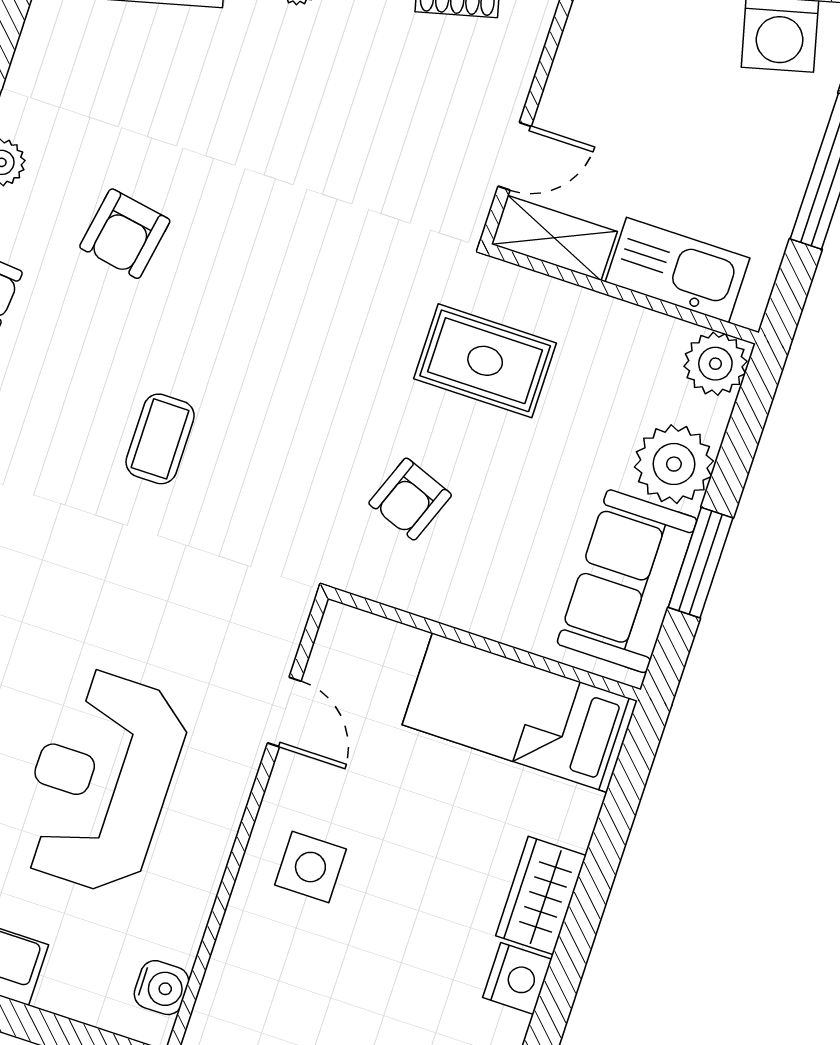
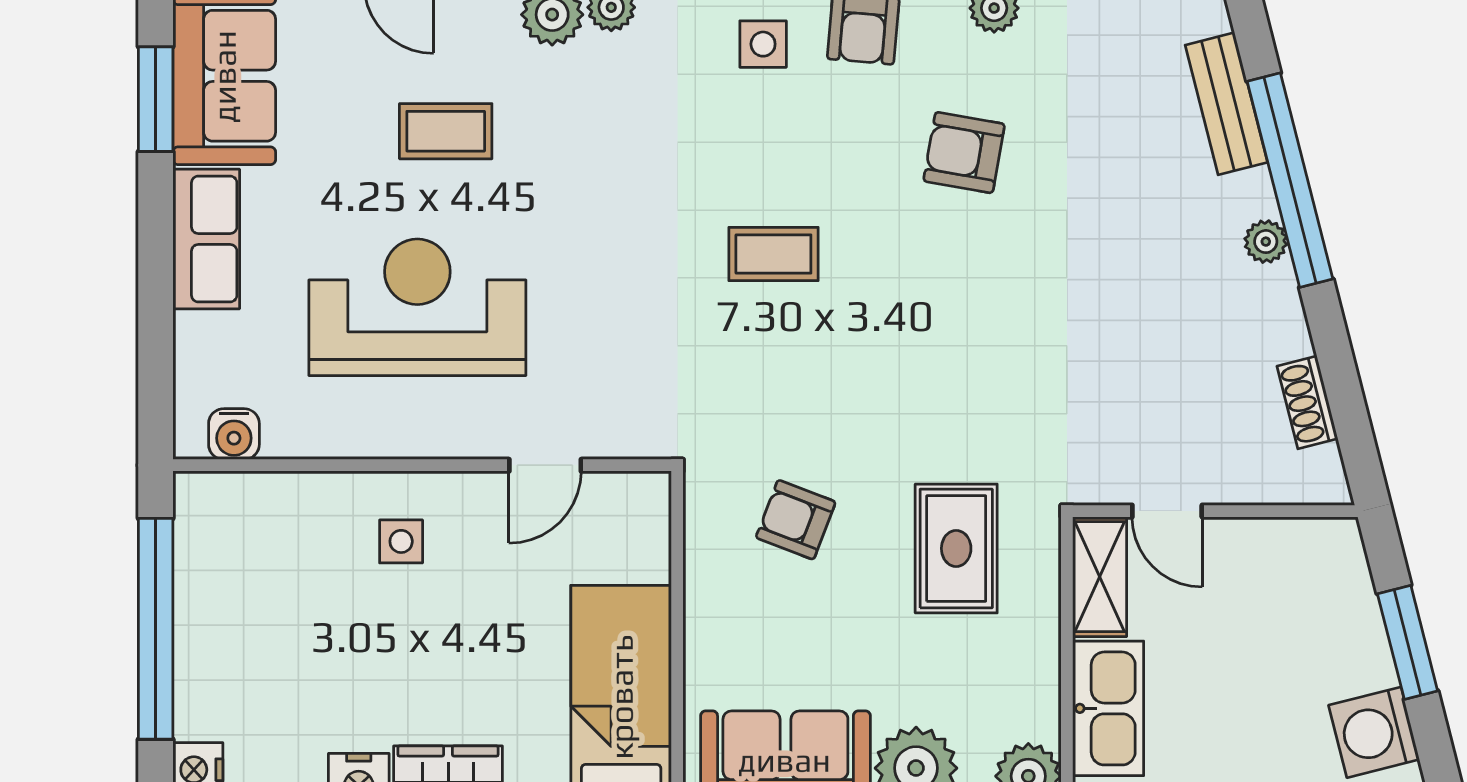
side table: (310, 867) -> (401, 541), width x0.73, depth x0.73

